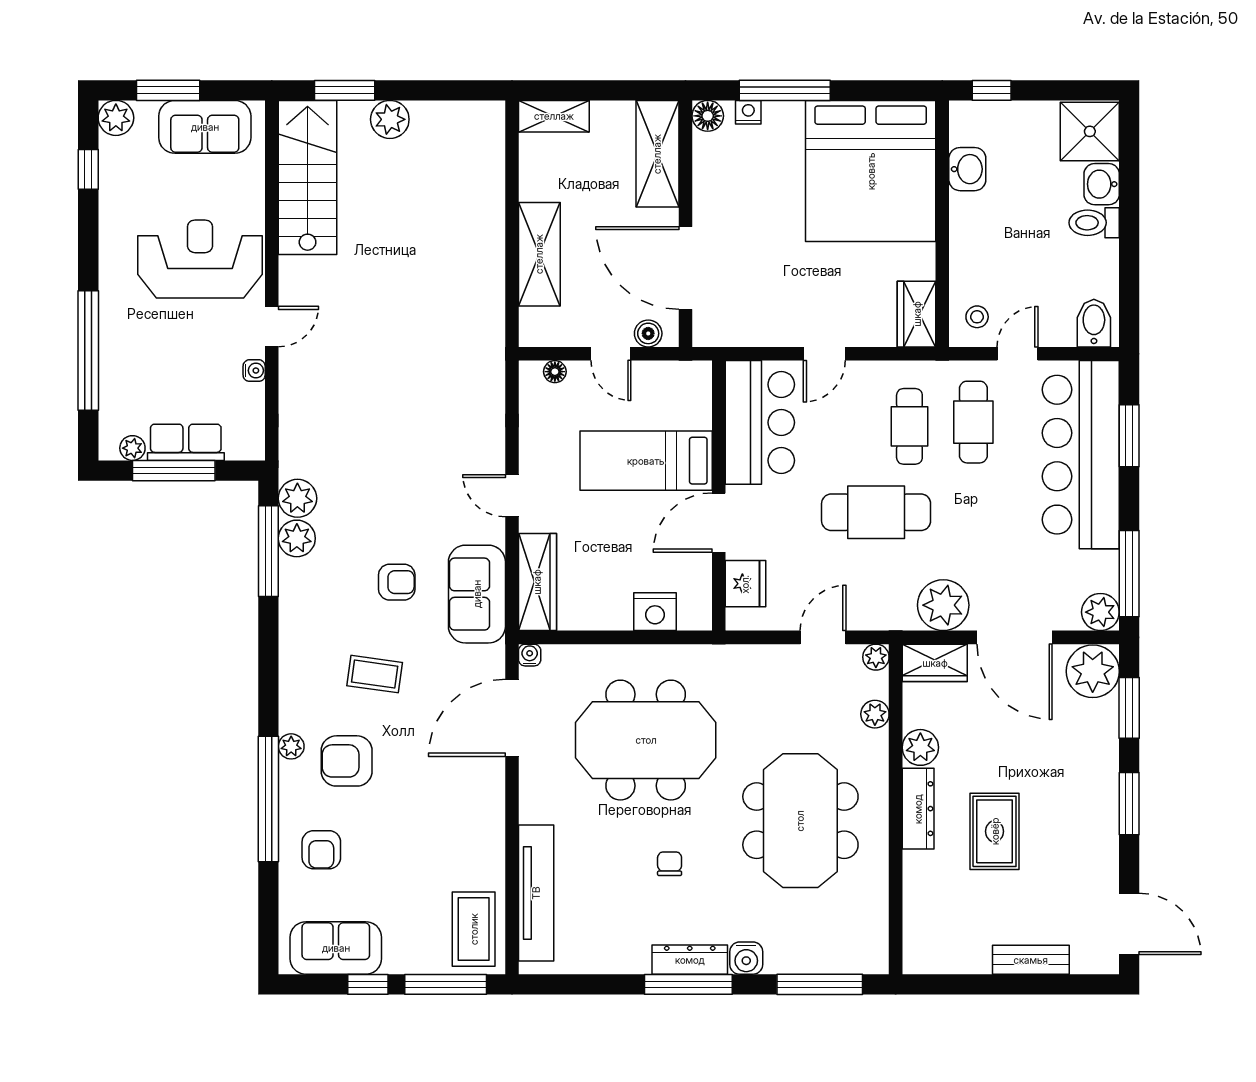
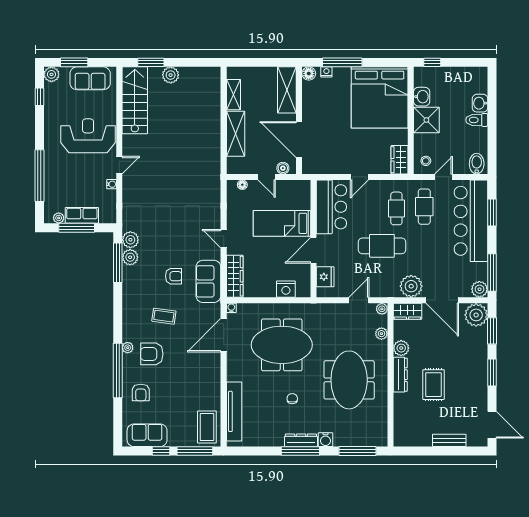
shelving: (554, 116) -> (233, 95), moved, turned 90
shower: (1090, 131) -> (426, 120), moved

